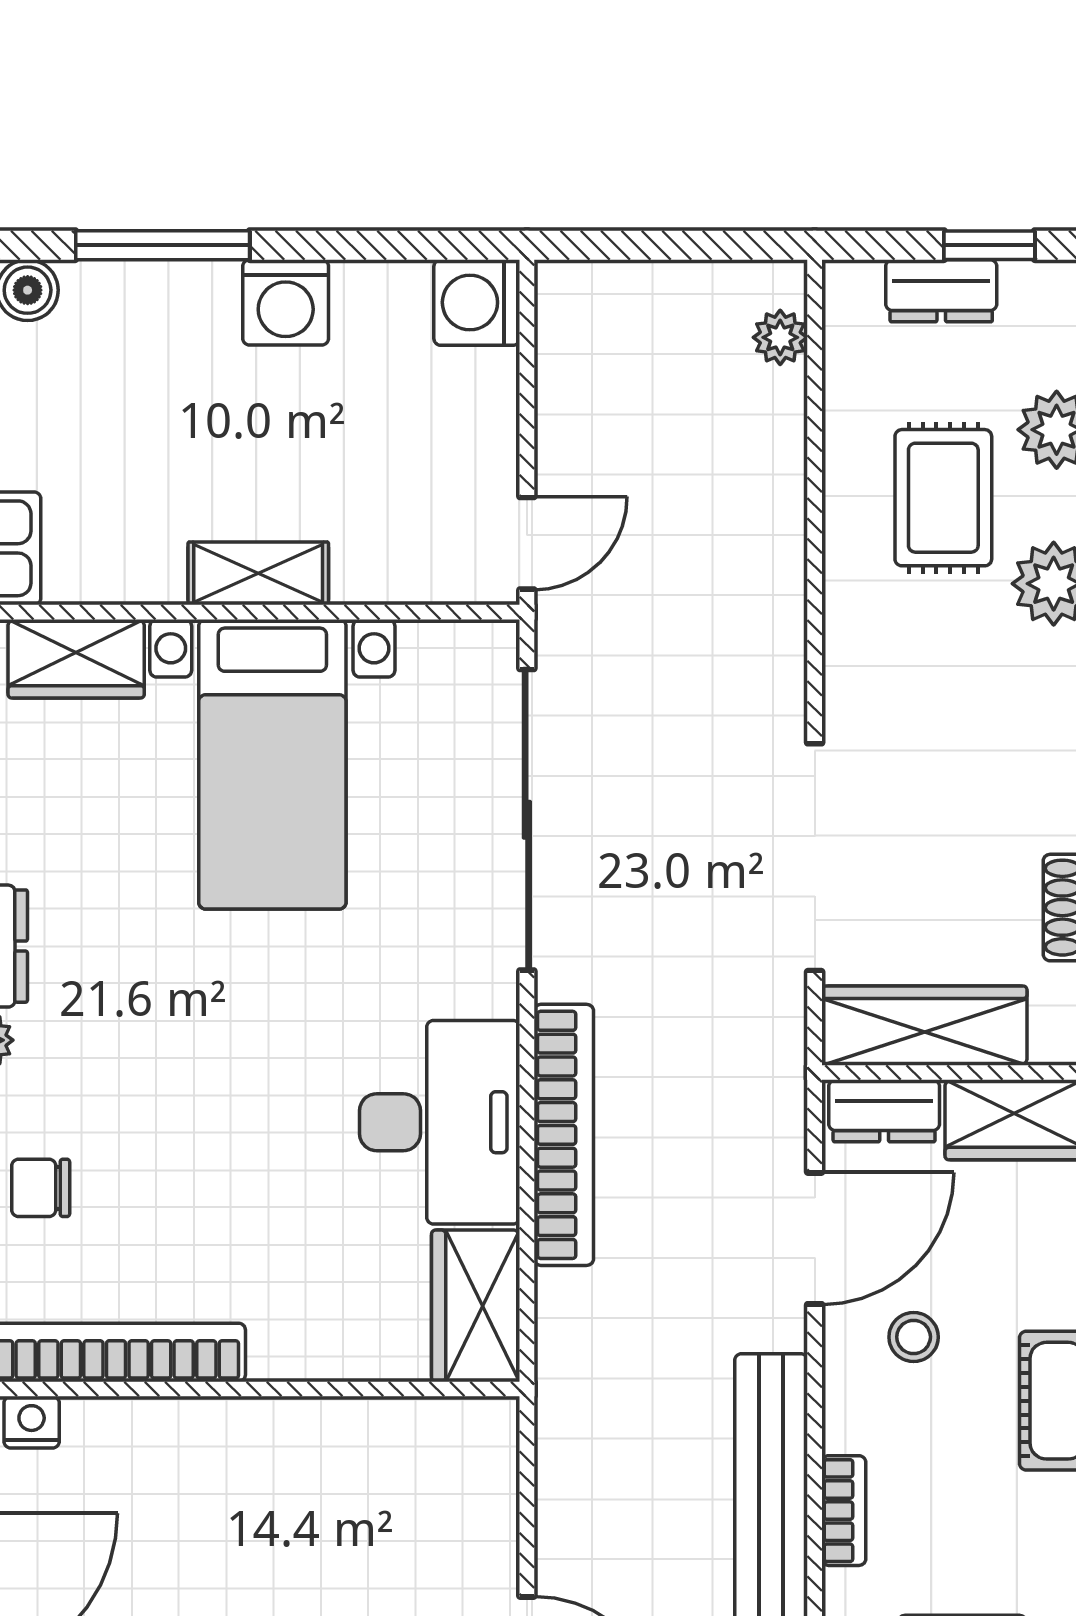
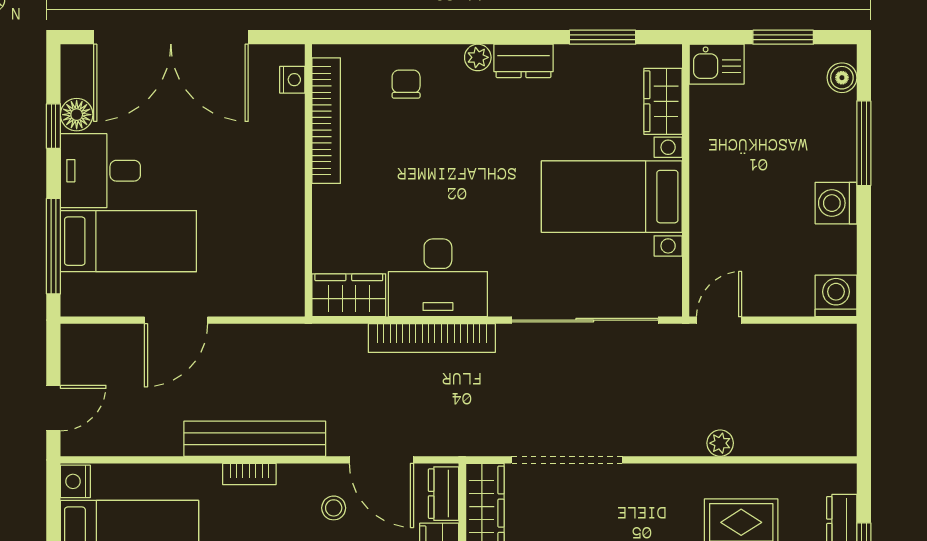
plant: (780, 337) -> (720, 443), moved
door: (527, 543) -> (719, 320), swing flipped
shelving: (258, 573) -> (704, 190), removed

